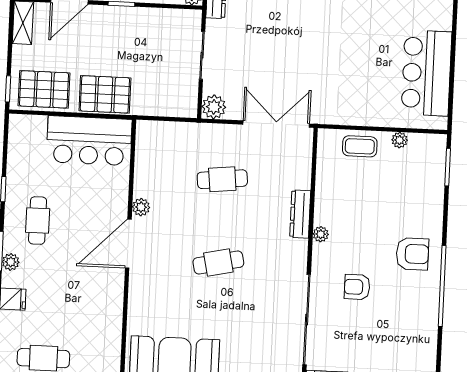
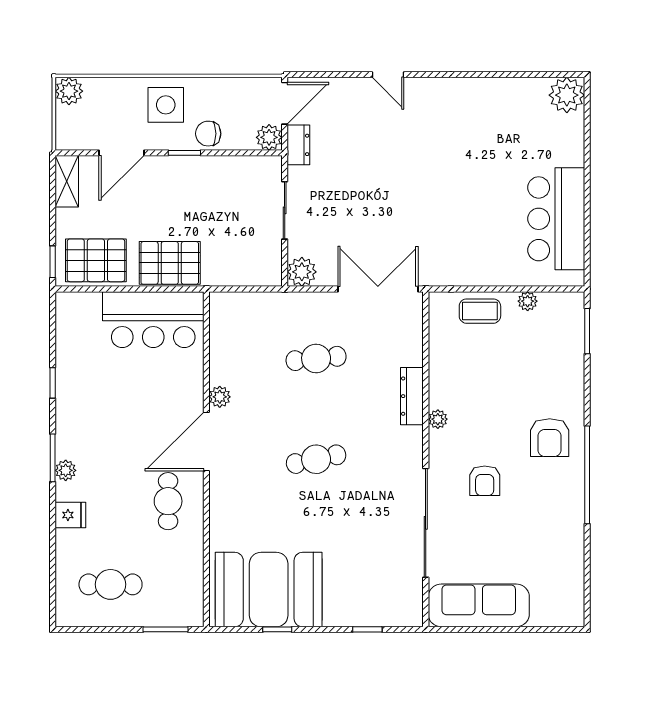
cafe table: (38, 221) -> (168, 501), moved
armchair: (412, 254) -> (550, 438), turned 90
armchair: (357, 287) -> (485, 481), turned -90

